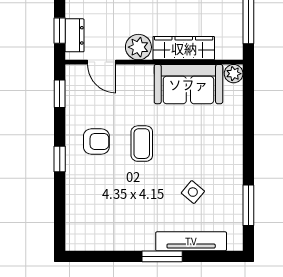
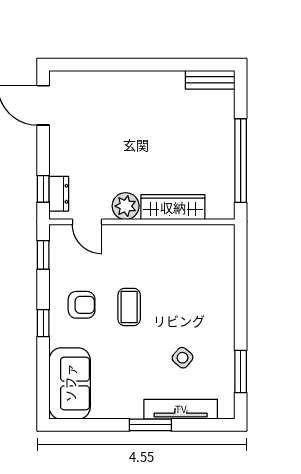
plant: (234, 74) -> (225, 234), removed
sofa: (188, 84) -> (70, 383), moved, turned -90

